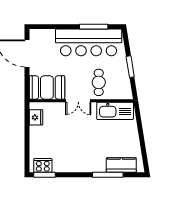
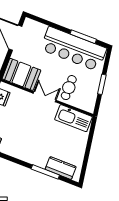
double door: (78, 101) -> (45, 97), swing flipped

